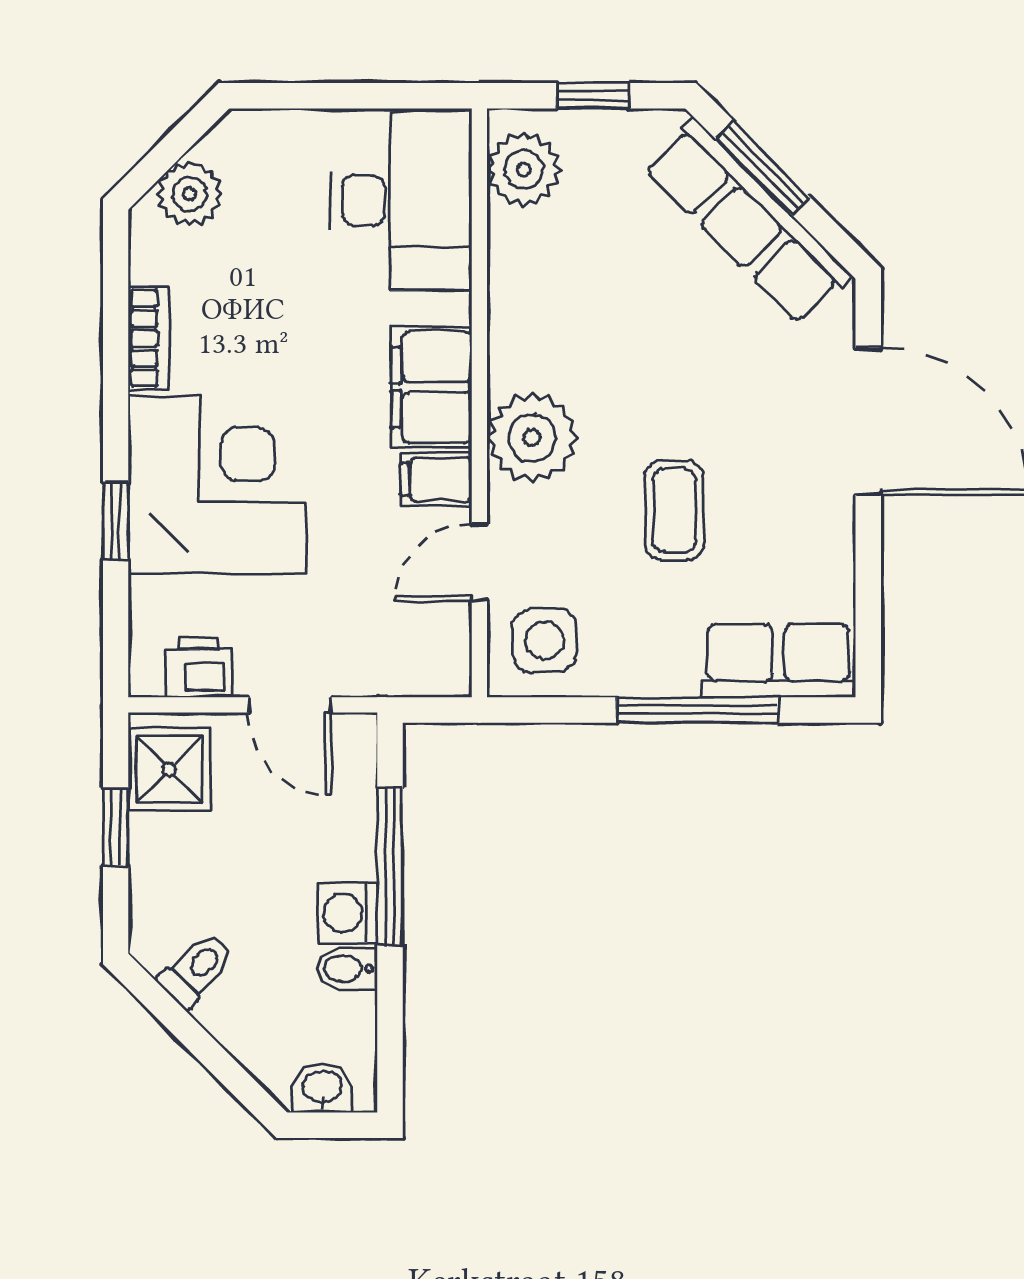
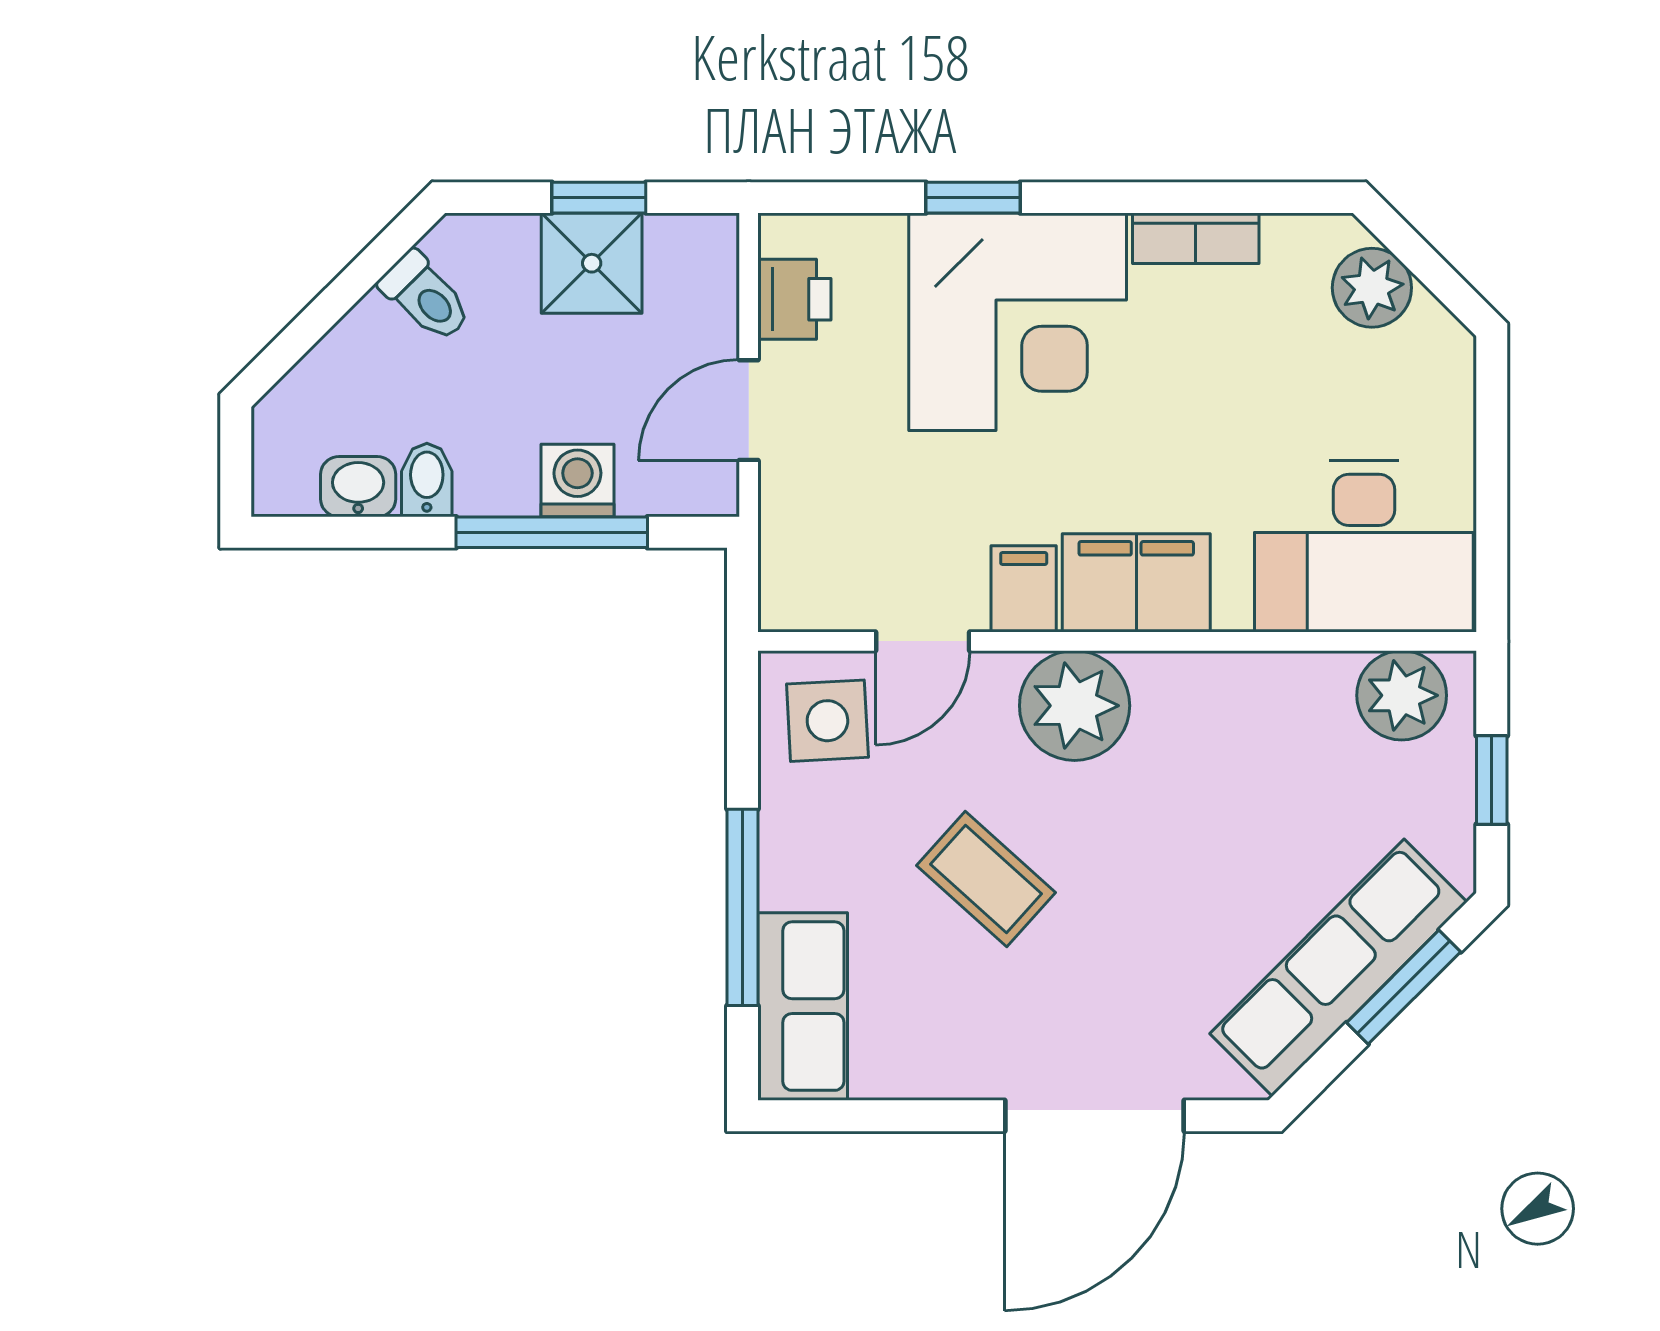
coffee table: (674, 510) -> (986, 879), turned 42
door: (479, 562) -> (923, 641), swing flipped
shower: (169, 769) -> (592, 263), moved
washing machine: (348, 913) -> (577, 481), moved
washbasin: (322, 1088) -> (358, 487), moved, turned -90

